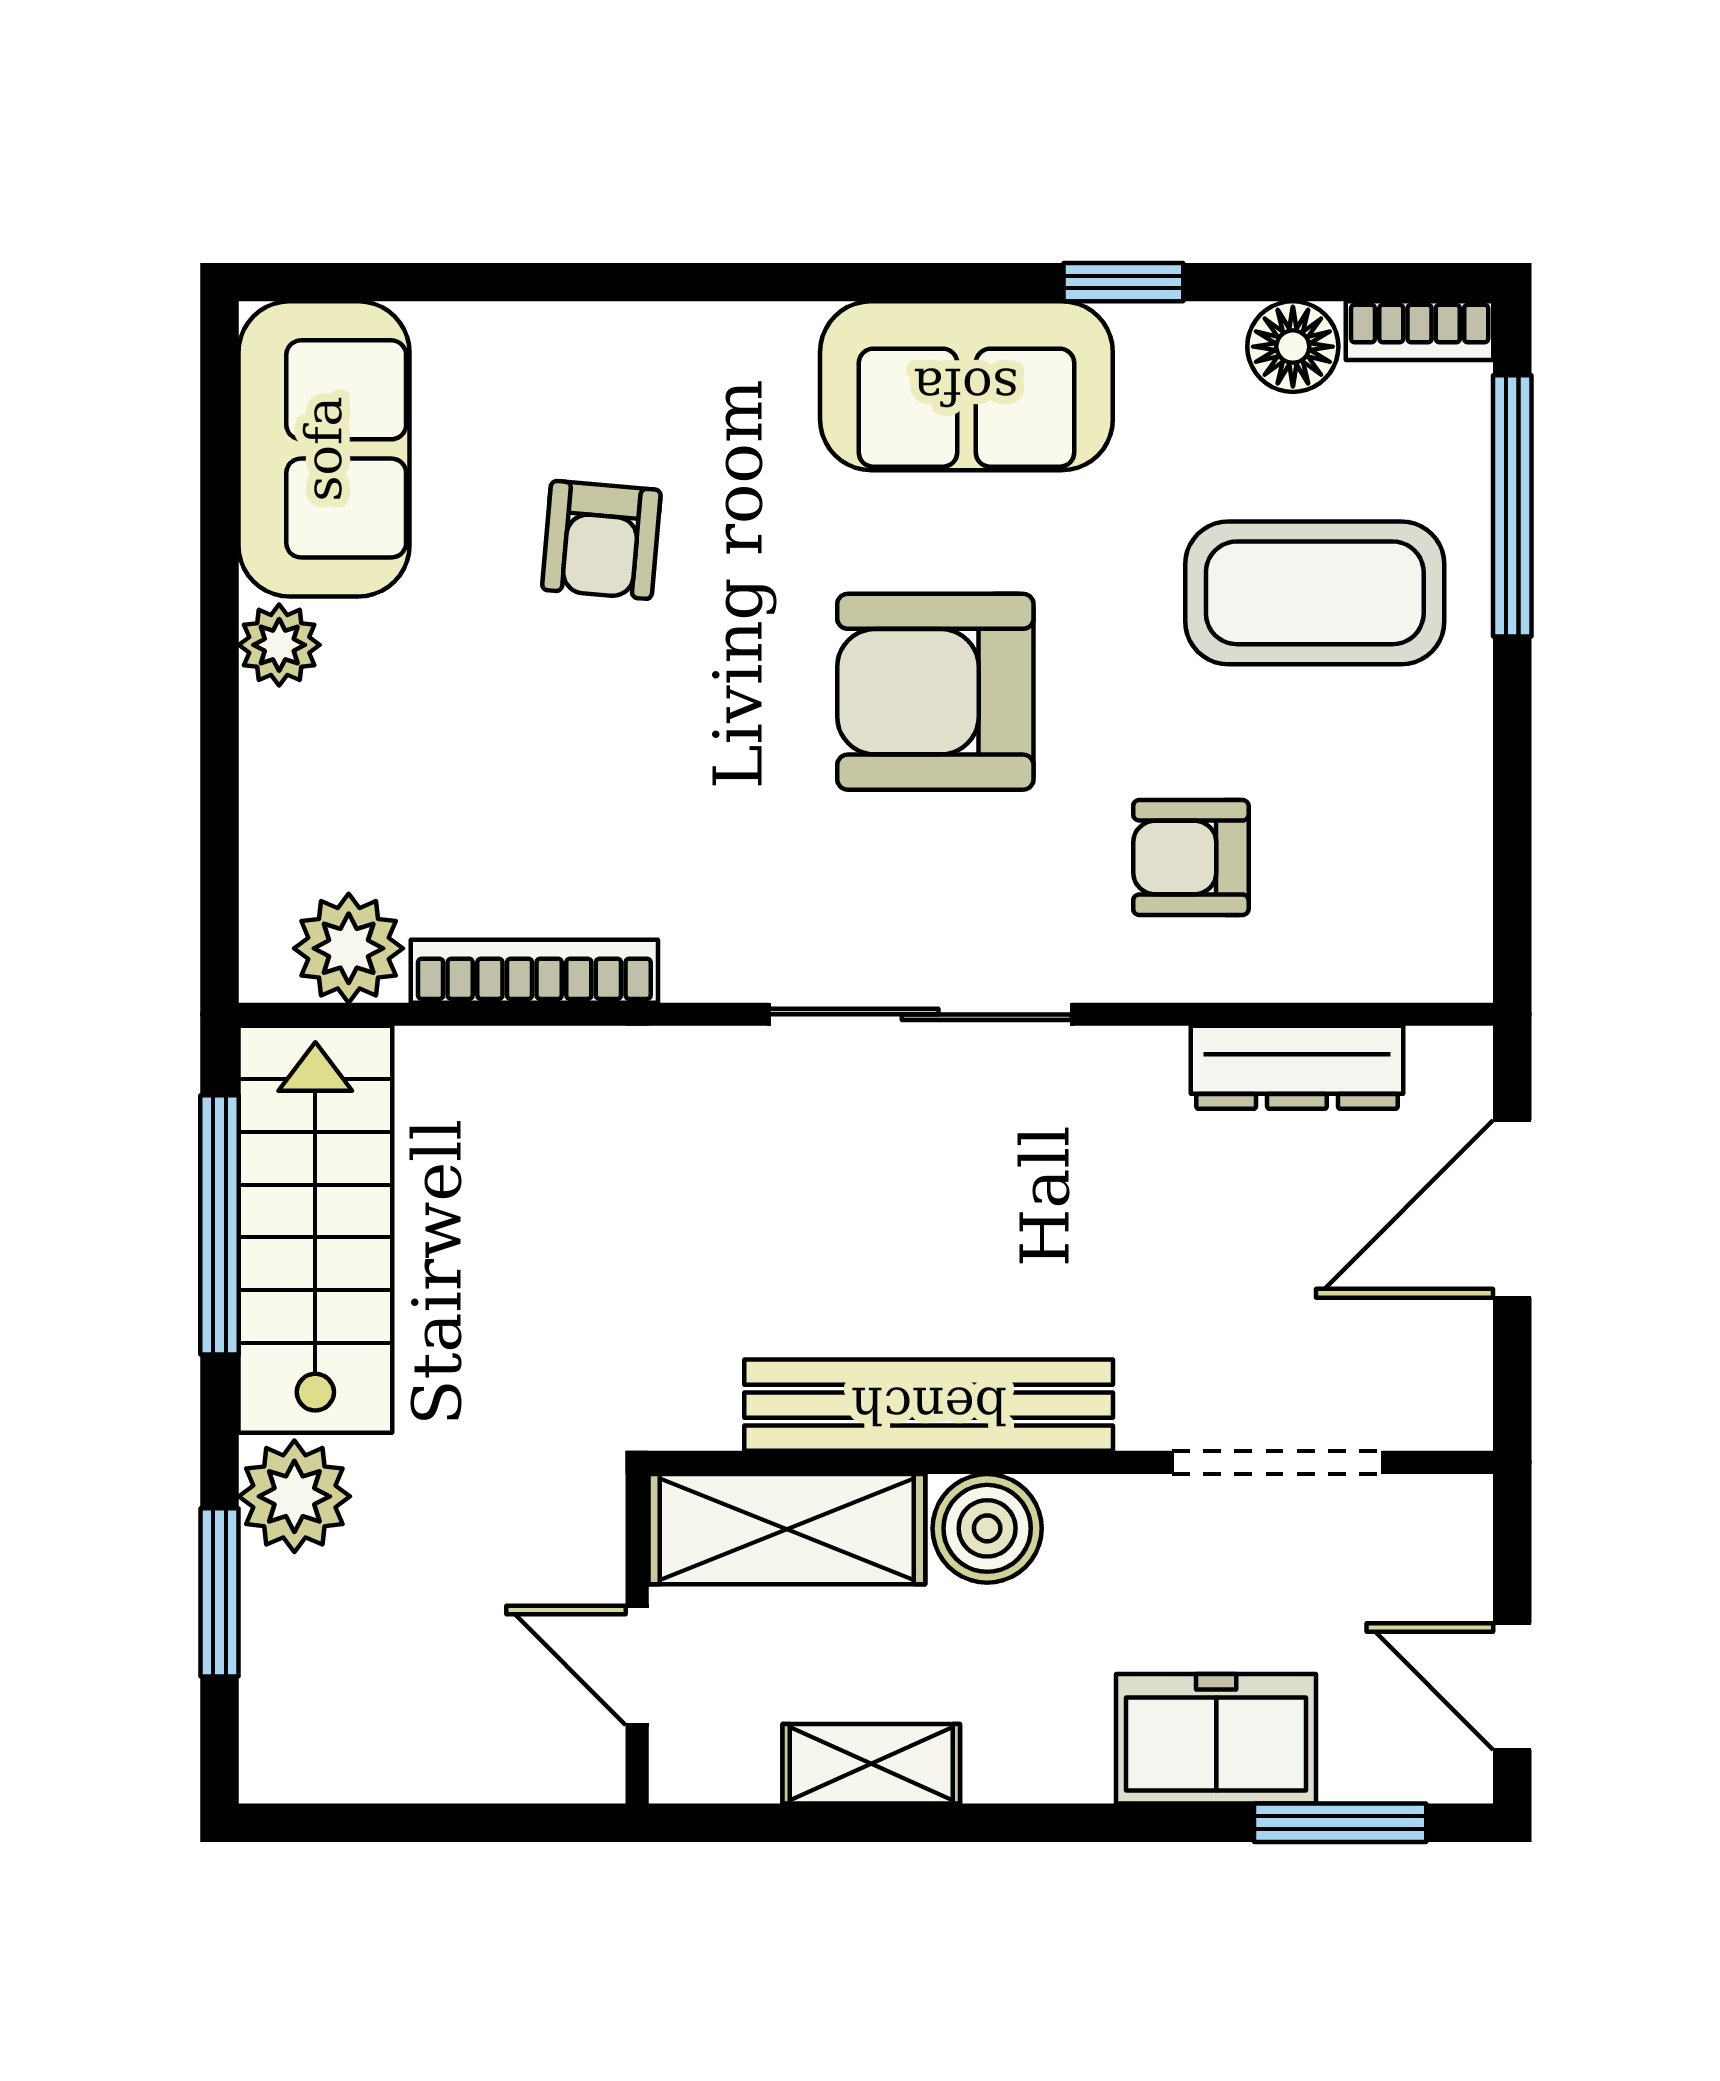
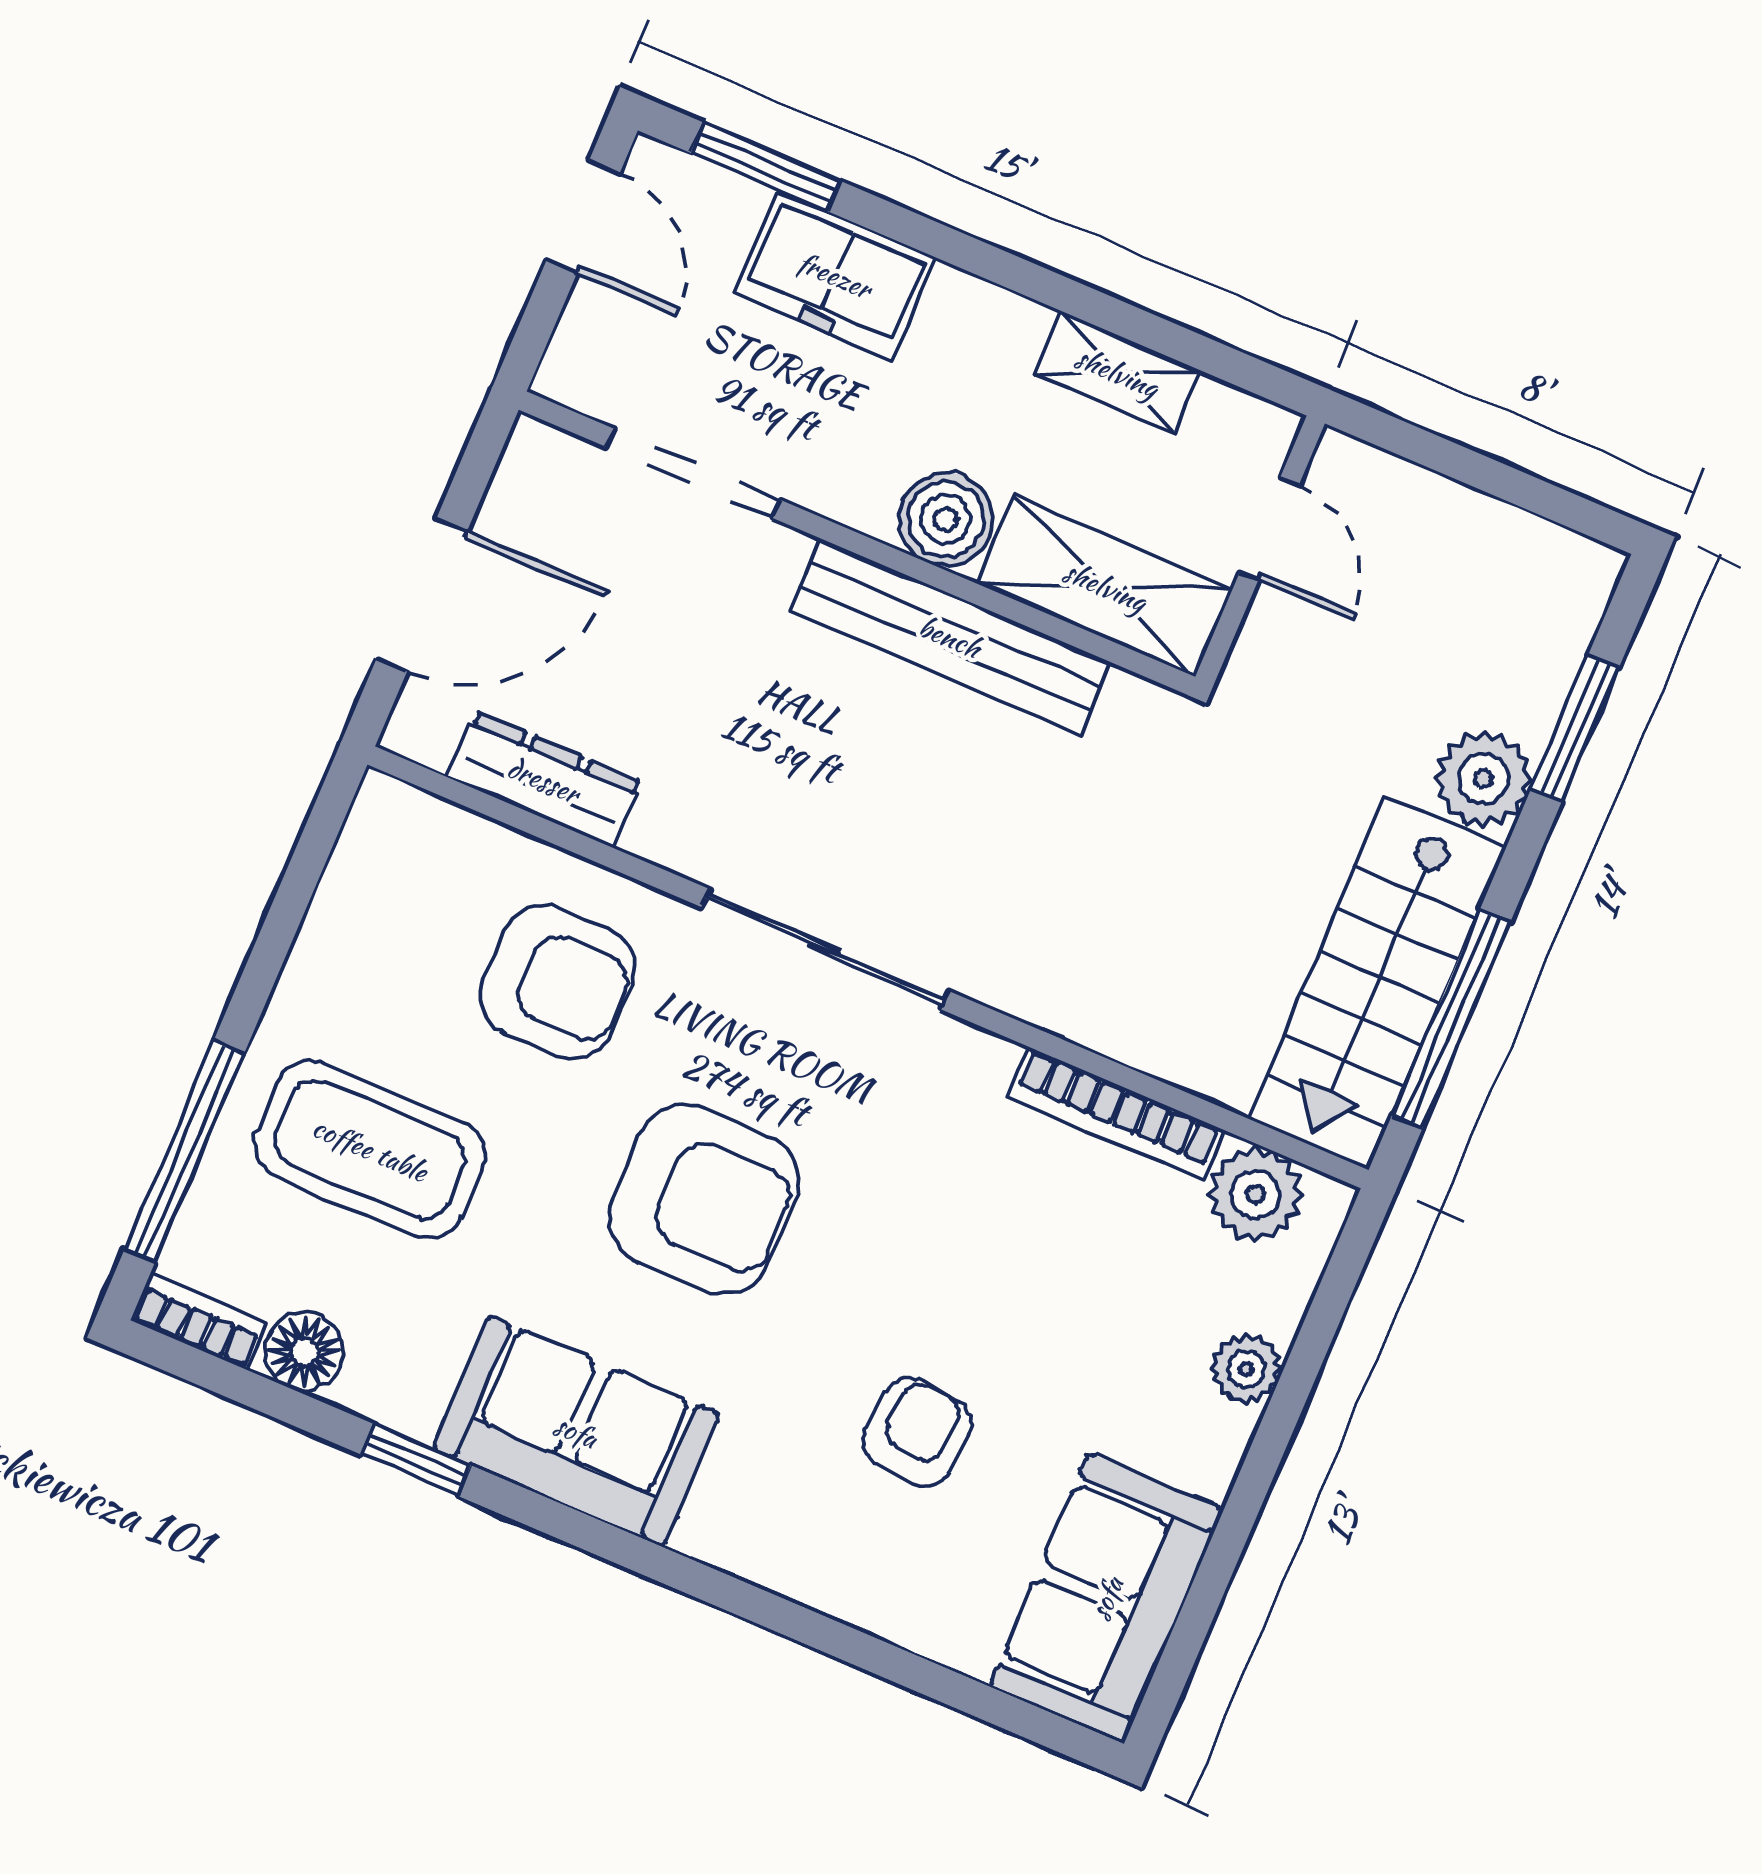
plant: (279, 645) -> (1246, 1369), moved
armchair: (1191, 857) -> (558, 982), width x1.38, depth x1.38

